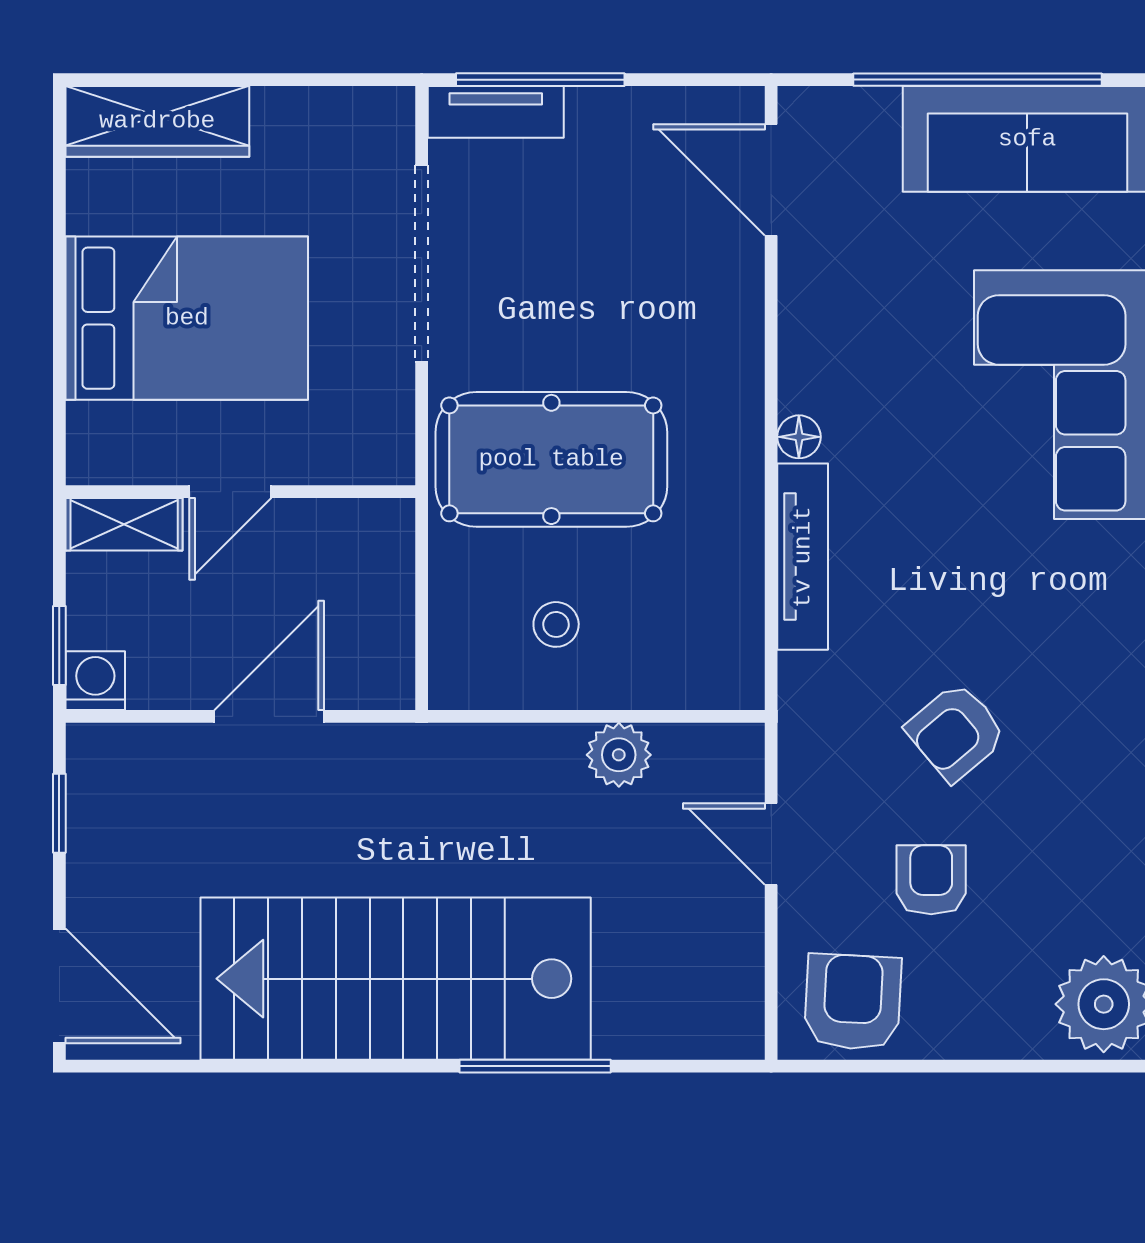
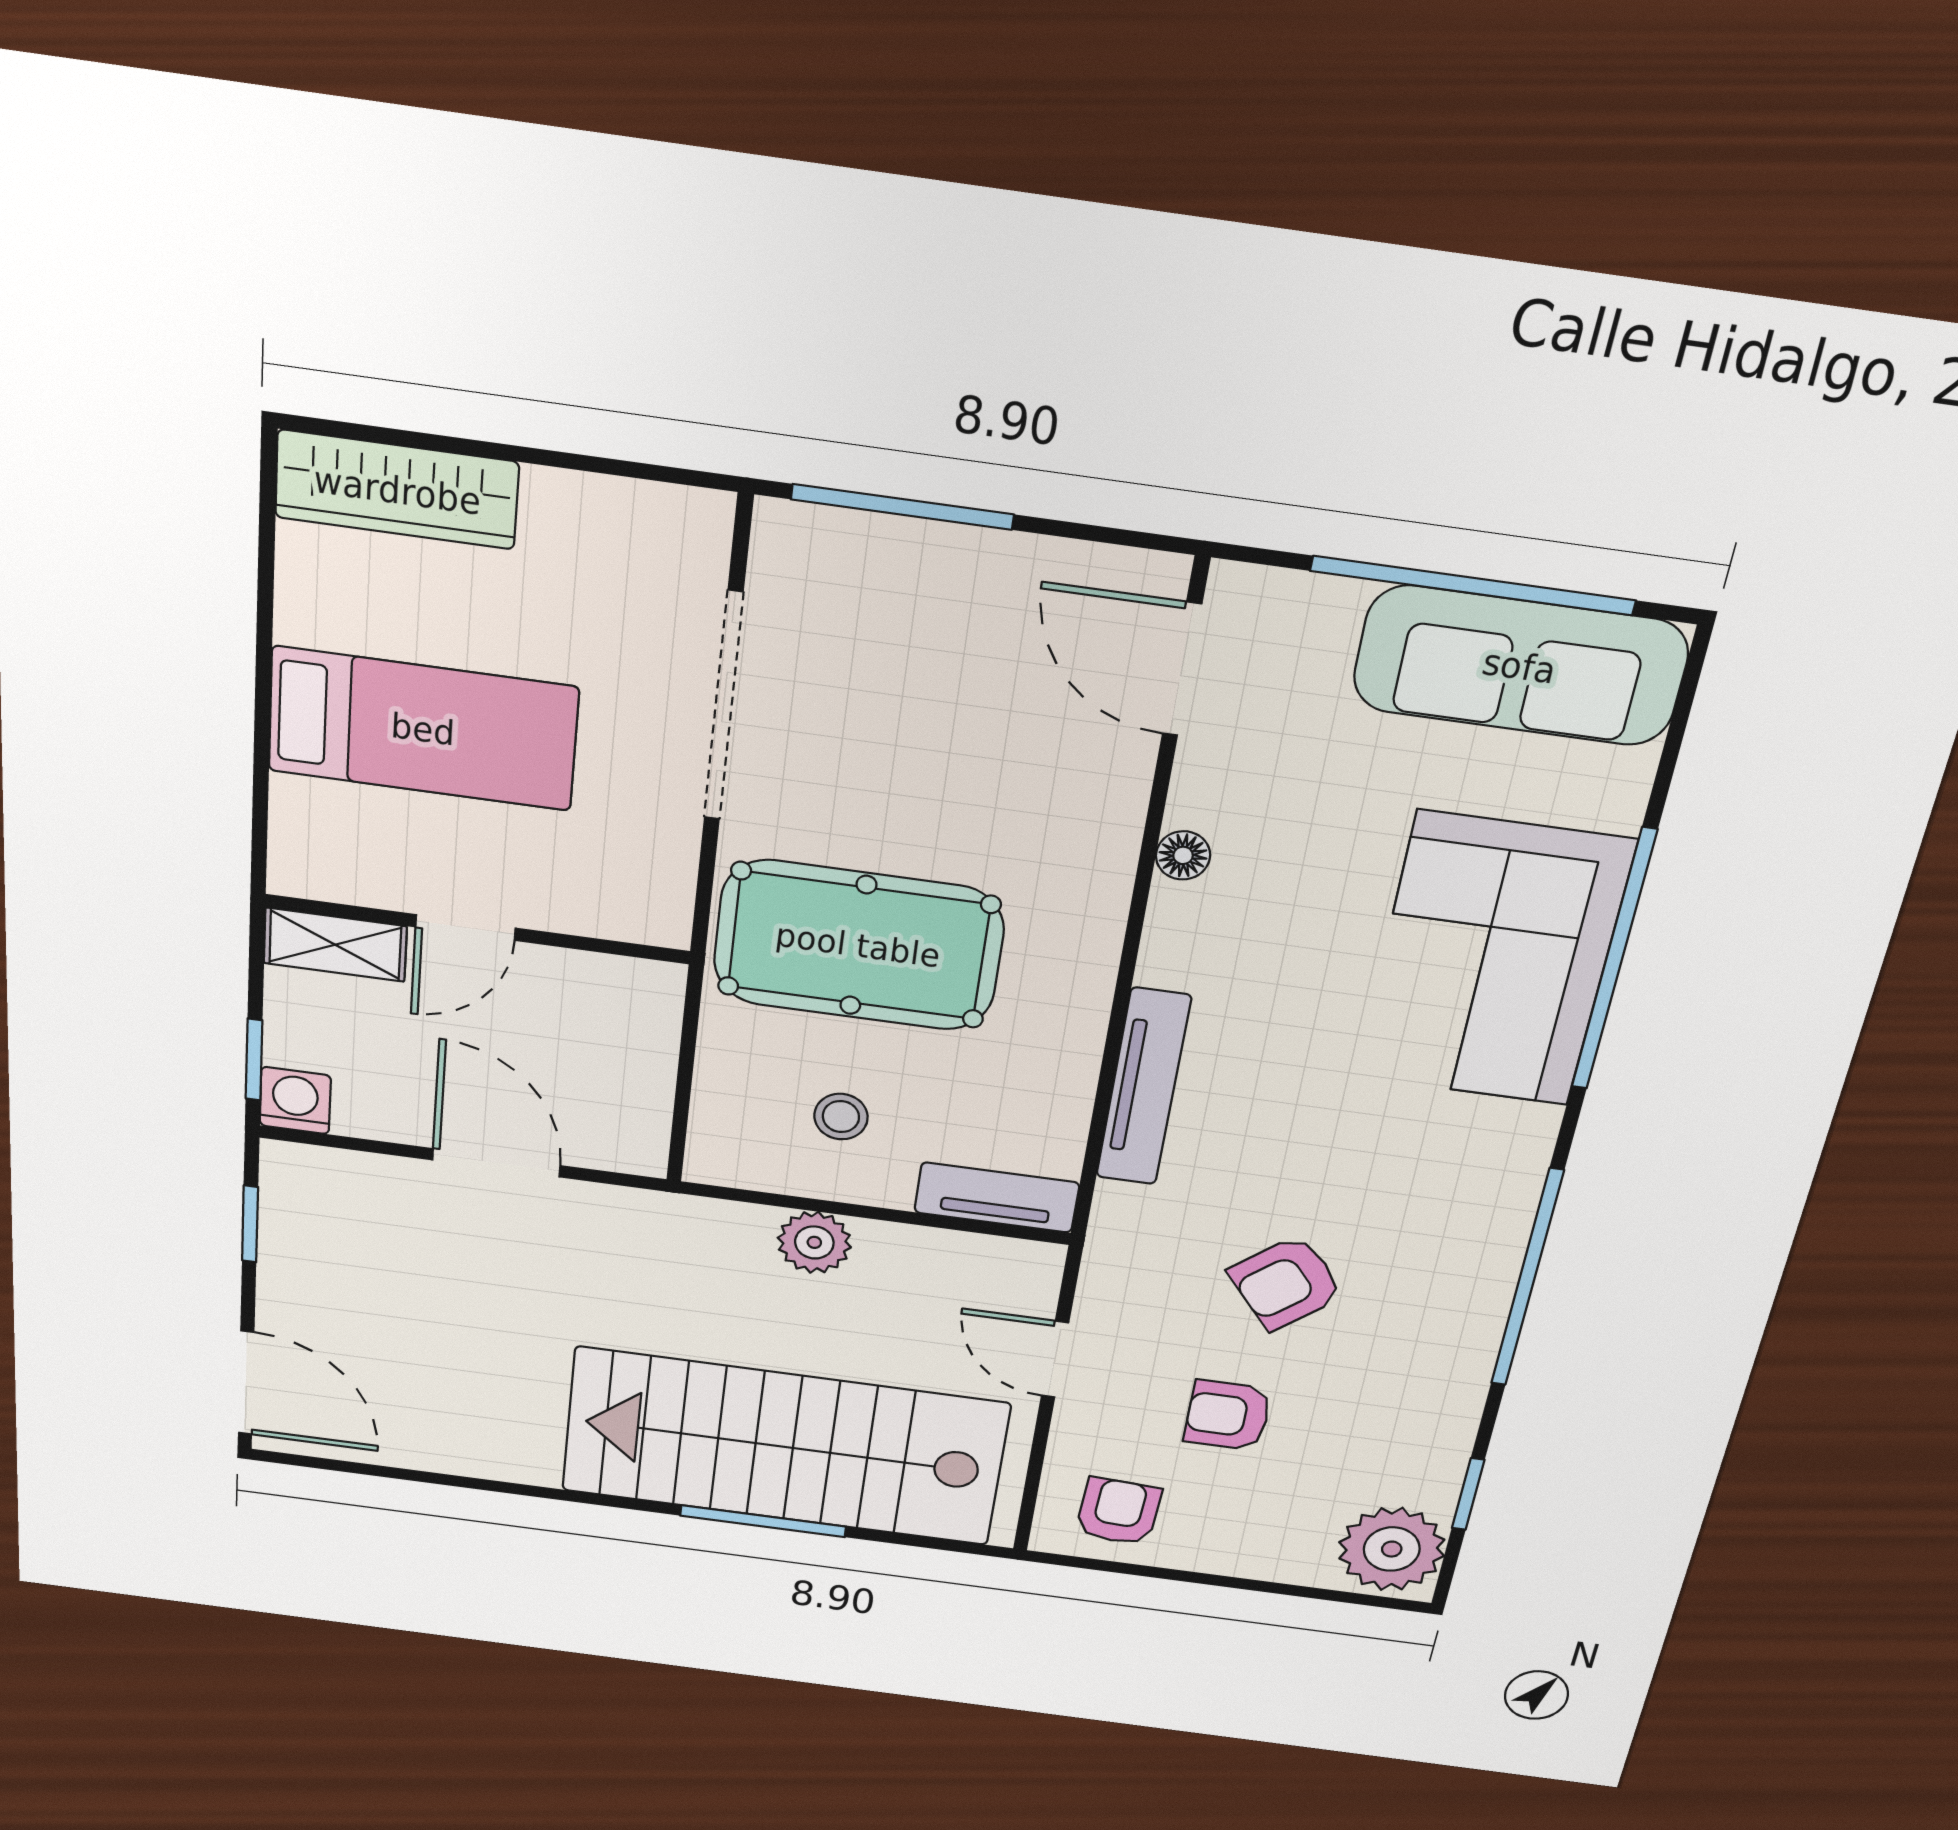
tv unit: (496, 112) -> (997, 1198), moved, turned 180
bed: (187, 318) -> (423, 729), width x0.67
floor lamp: (799, 437) -> (1183, 855), moved
door: (269, 716) -> (496, 1163), hinge flipped
plant: (619, 755) -> (814, 1242), moved
armchair: (931, 880) -> (1228, 1415), turned -90
stairs: (396, 979) -> (784, 1447), moved
armchair: (853, 1002) -> (1118, 1511), width x0.72, depth x0.72

